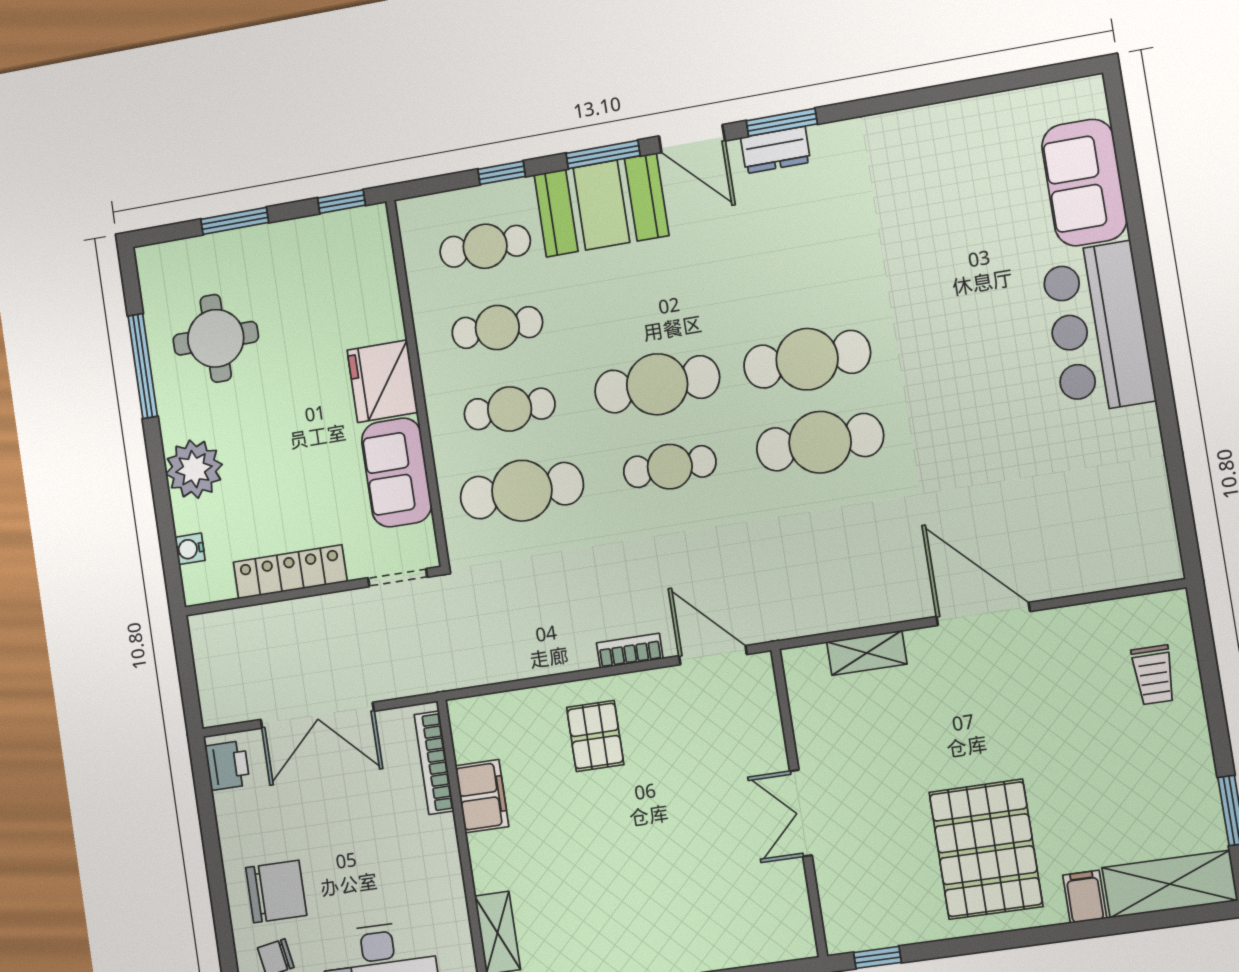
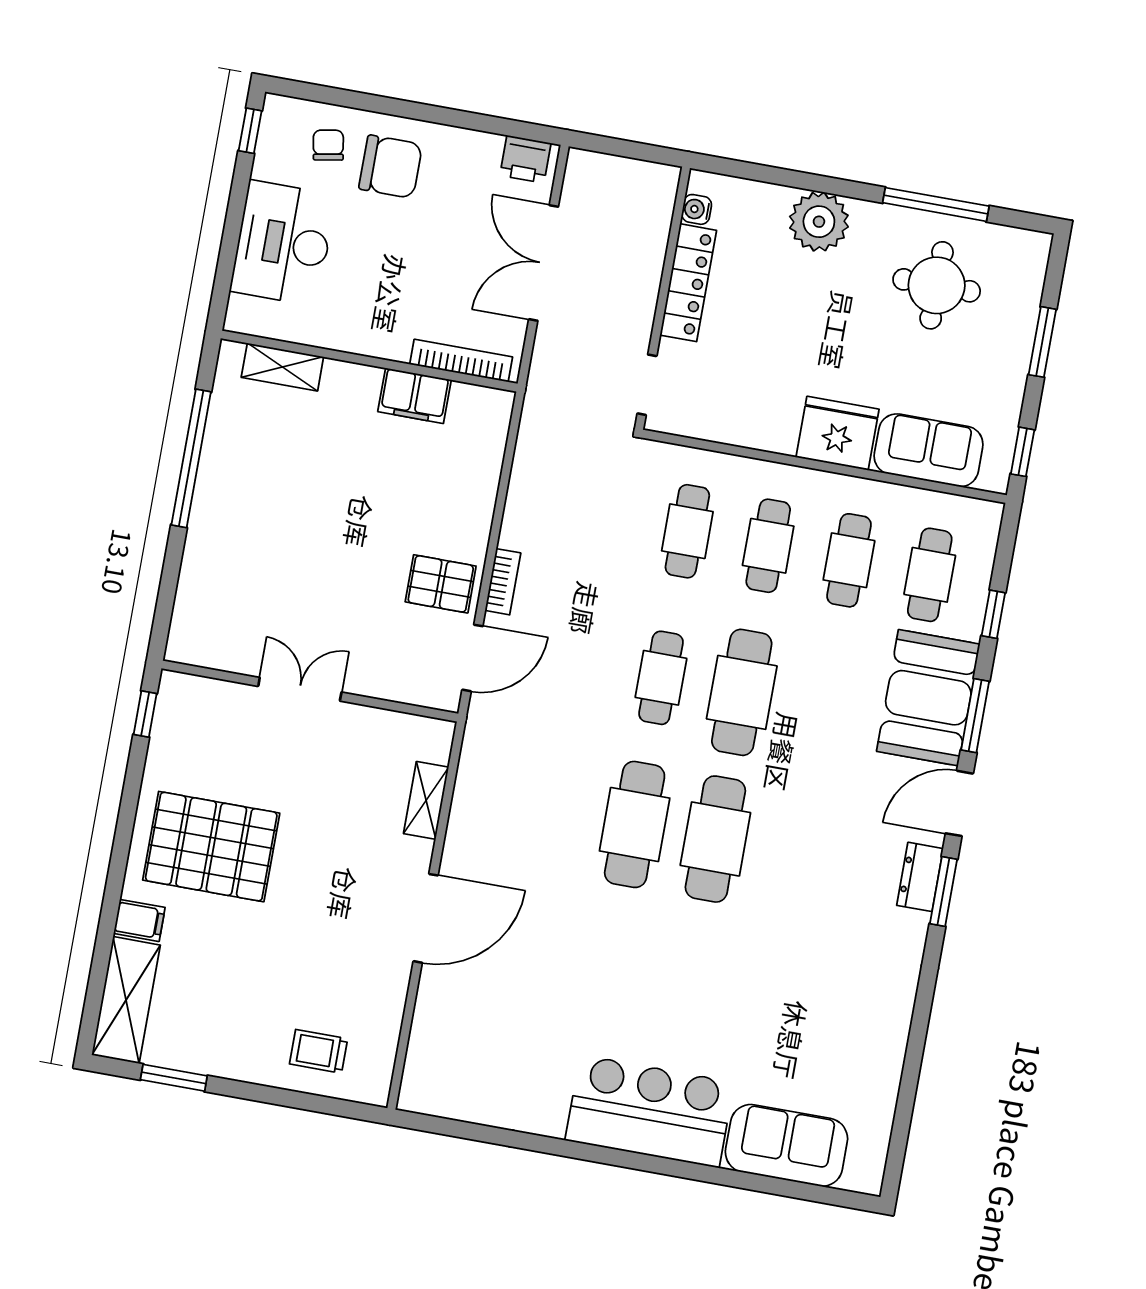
sofa: (397, 473) -> (929, 450), moved
cafe table: (522, 491) -> (687, 531), width x0.73, depth x0.74
water cooler: (190, 549) -> (697, 209), moved, turned -90
pallet: (595, 736) -> (441, 584), moved
chair: (276, 891) -> (391, 167), turned -90

